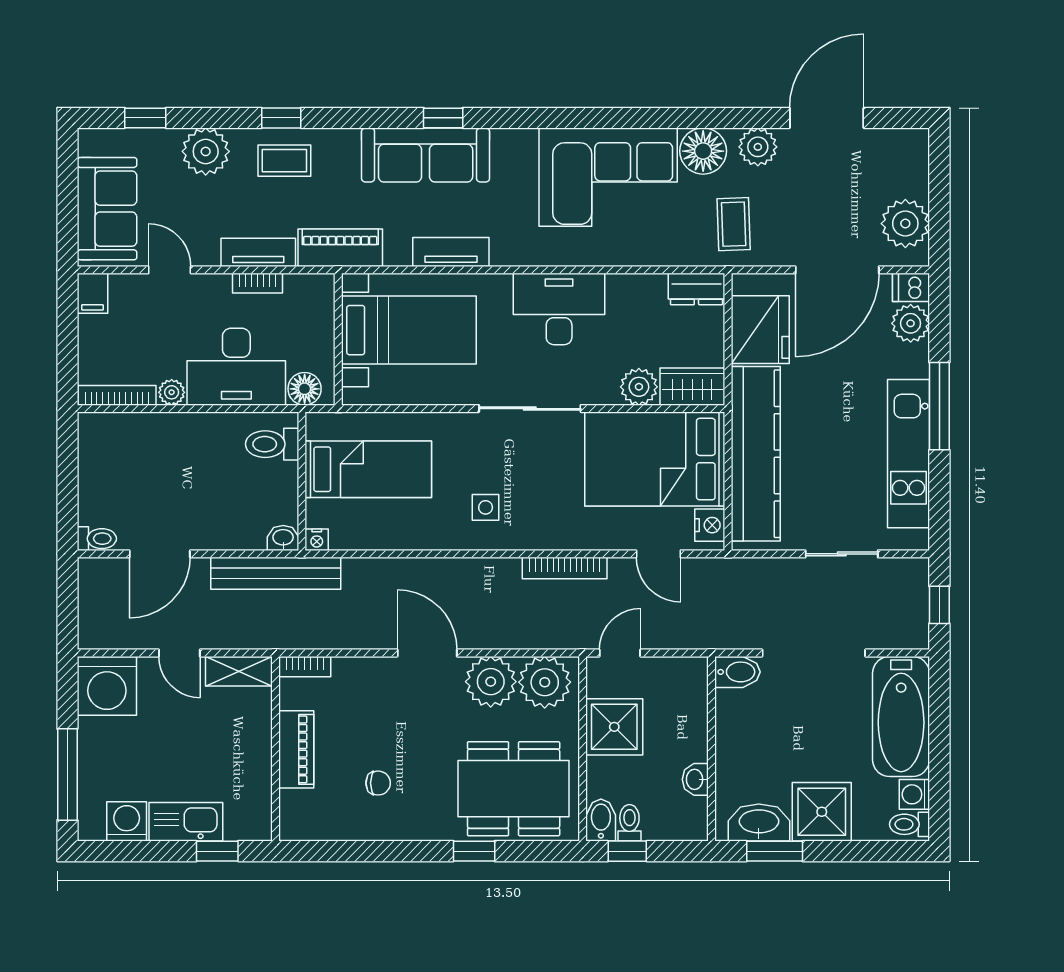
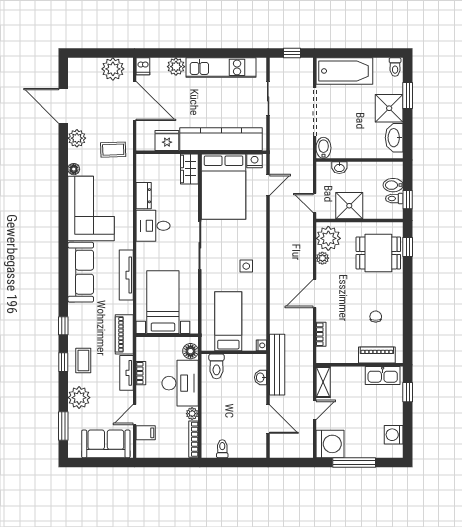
window: (145, 118) -> (63, 426), width x1.50
window: (443, 118) -> (63, 326), moved
floor lamp: (703, 151) -> (74, 169), width x0.53, depth x0.53
sofa: (426, 155) -> (81, 272), moved
tv unit: (451, 252) -> (126, 275), width x1.41
dresser: (696, 289) -> (144, 196), moved
filing cabinet: (92, 293) -> (146, 433), moved
desk: (559, 309) -> (153, 226), width x0.73
plant: (911, 323) -> (176, 67), moved
fridge: (760, 330) -> (167, 141), width x0.73, depth x0.75
plant: (639, 387) -> (190, 194), removed
window: (939, 406) -> (199, 53), removed
washbasin: (283, 538) -> (261, 377), moved
toilet: (97, 539) -> (222, 449), moved
bookcase: (565, 568) -> (275, 229), removed
bookcase: (305, 667) -> (321, 334), moved
plant: (491, 682) -> (322, 258), width x0.53, depth x0.53
piano: (296, 749) -> (377, 355), moved
window: (67, 774) -> (354, 462), moved
washbasin: (695, 779) -> (339, 168), moved
dining table: (514, 789) -> (378, 253), width x0.73
washing machine: (914, 794) -> (381, 65), removed
bidet: (601, 820) -> (393, 185), moved
kitchen sink: (186, 822) -> (383, 375), moved, turned -90
window: (474, 851) -> (408, 247), moved
window: (775, 851) -> (408, 95), moved

